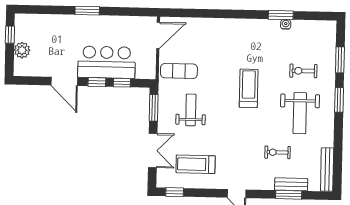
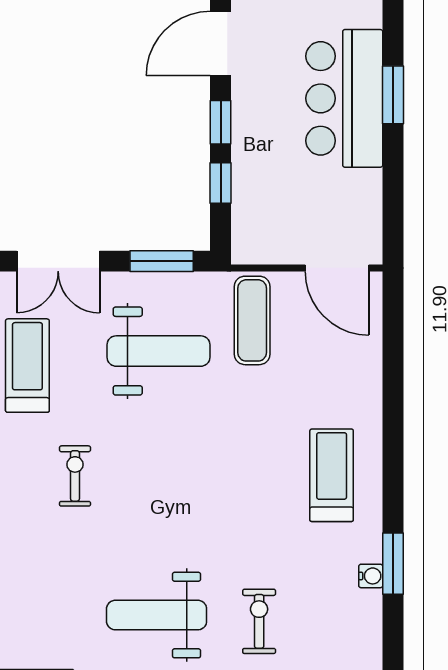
bar counter: (107, 62) -> (344, 98), moved, turned 180
treadmill: (249, 88) -> (332, 475), moved, turned -90
weight bench: (191, 110) -> (158, 351), width x1.36, depth x1.33
exercise bike: (278, 152) -> (75, 476), moved

